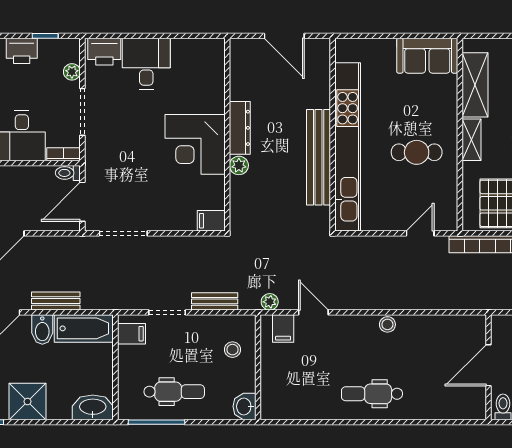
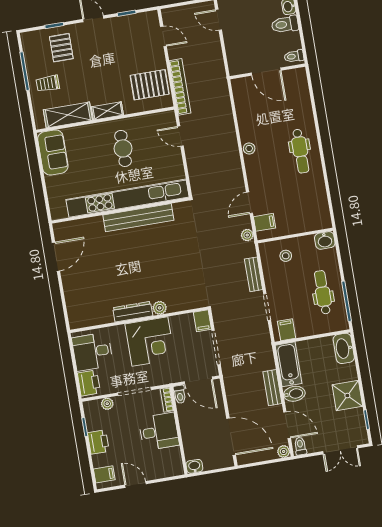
dresser: (240, 128) -> (133, 312), moved
wall: (227, 135) -> (139, 320), moved
corner desk: (195, 144) -> (150, 342), moved
plant: (239, 165) -> (160, 308), moved
filing cabinet: (211, 221) -> (202, 321), moved

